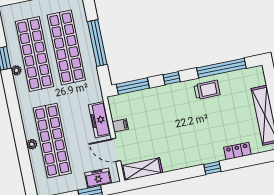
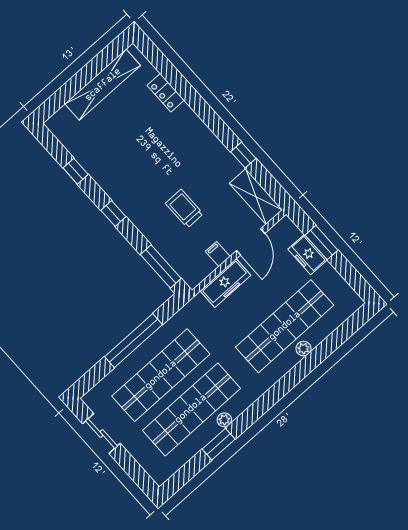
window: (221, 68) -> (76, 171), width x0.32
window: (172, 78) -> (113, 214), moved
trolley: (207, 90) -> (184, 209), moved
window: (212, 168) -> (243, 155), moved
freezer: (98, 178) -> (307, 255), moved

